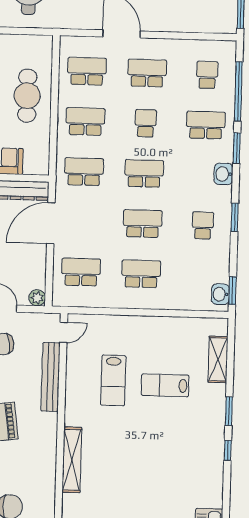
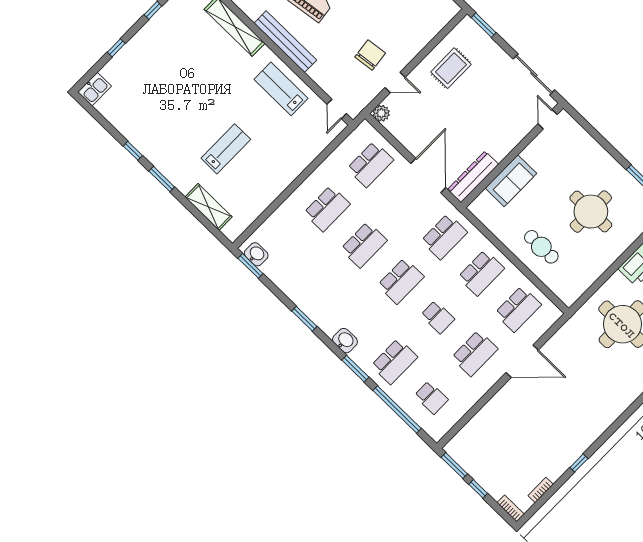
cafe table: (27, 96) -> (541, 247), width x0.73, depth x0.74
school desk: (203, 225) -> (320, 289), removed
bench: (50, 377) -> (285, 42), moved
lab bench: (113, 380) -> (281, 89), moved

